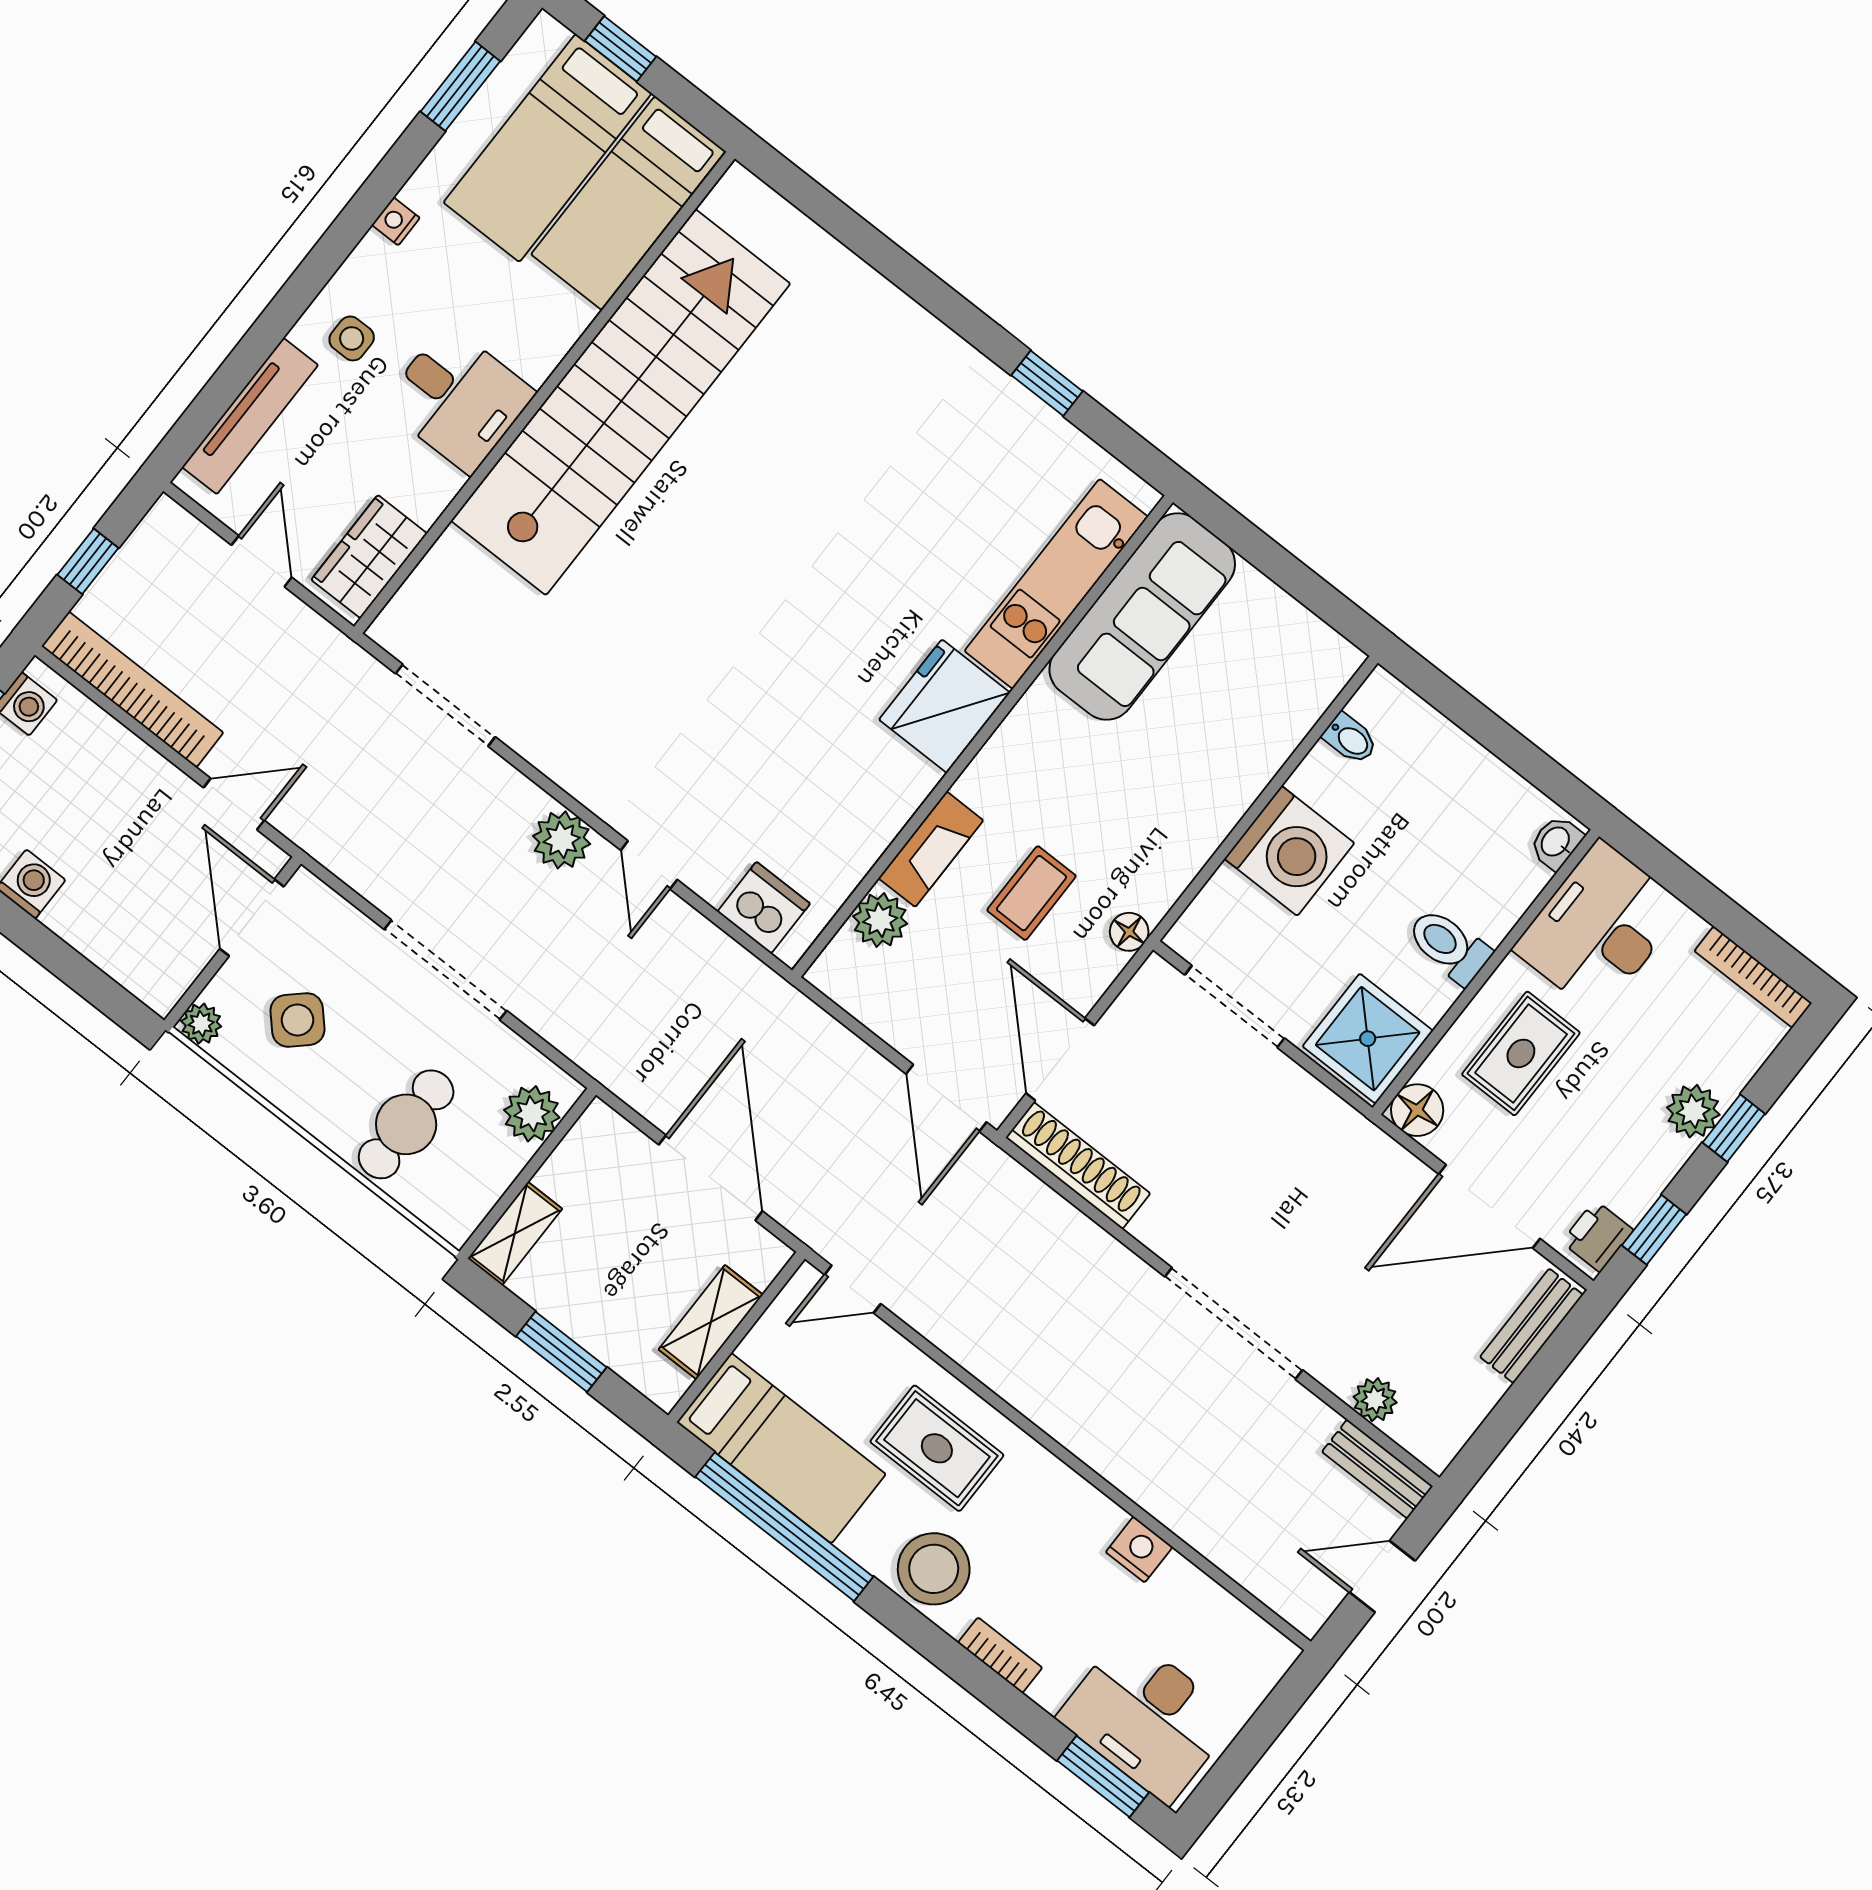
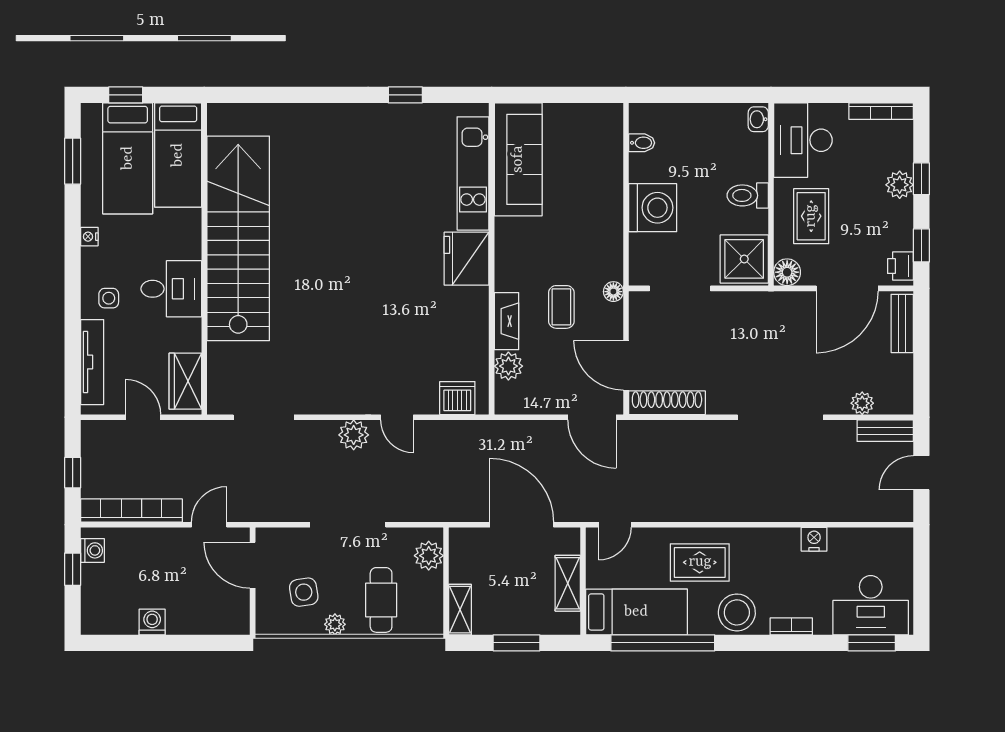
side table: (297, 1020) -> (304, 592), turned 34
plant: (201, 1024) -> (335, 624), moved

